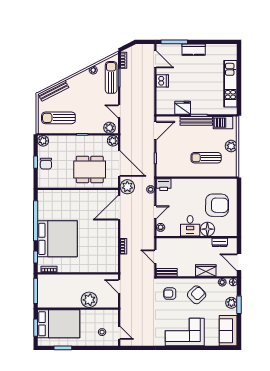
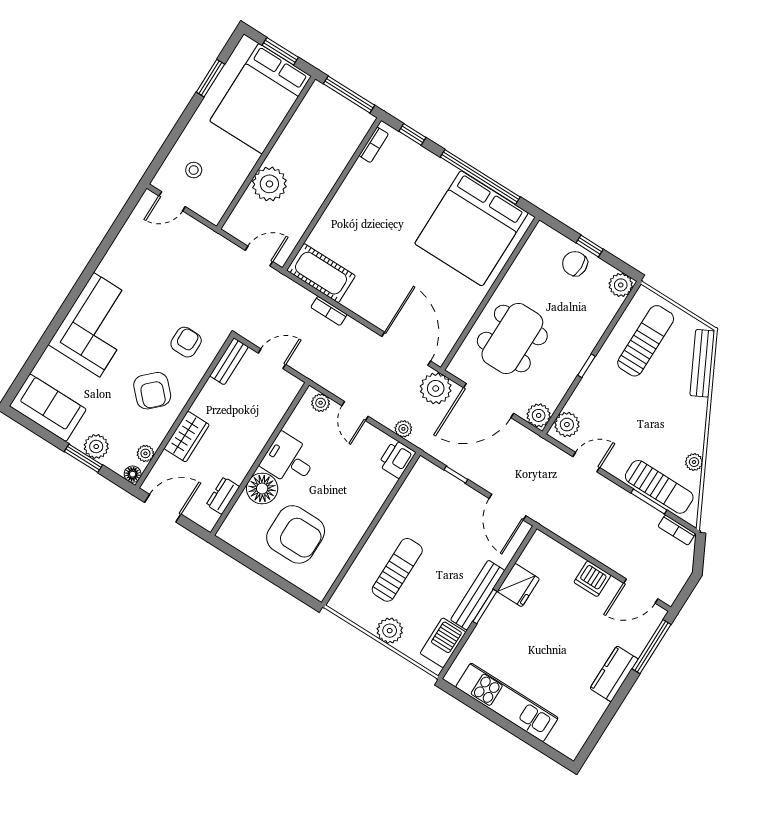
armchair: (217, 205) -> (296, 534), turned -91
bed: (57, 239) -> (471, 228), moved
cot: (111, 258) -> (321, 273), added

